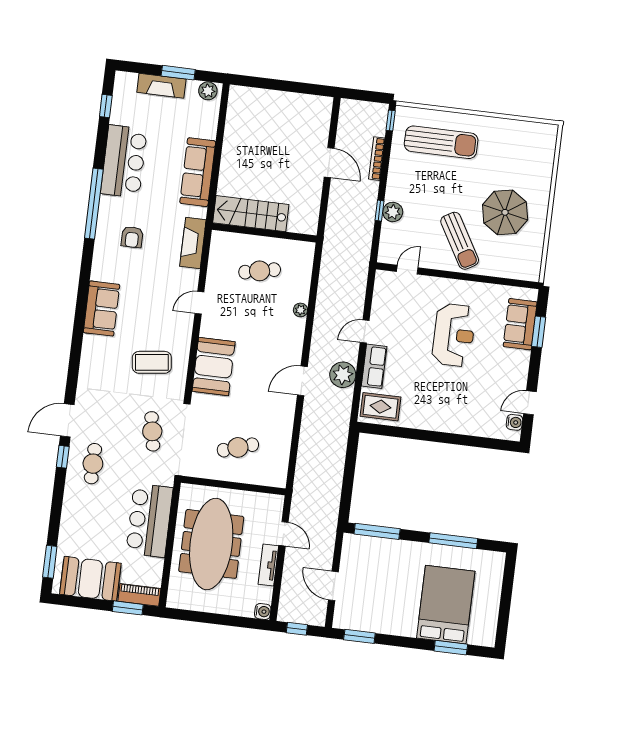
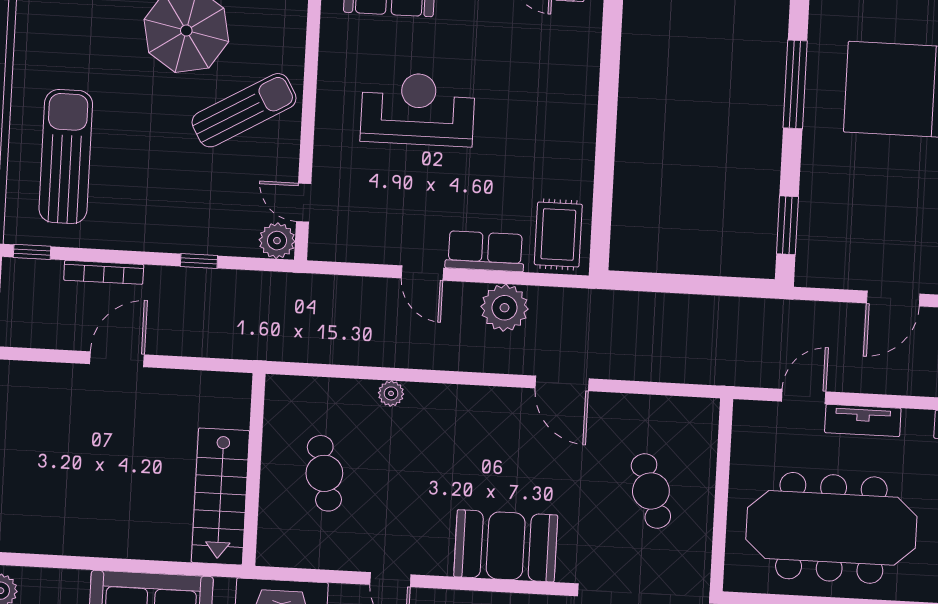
plant: (393, 212) -> (277, 241), moved
door: (302, 381) -> (562, 383), moved
window: (377, 531) -> (787, 225), width x0.69

